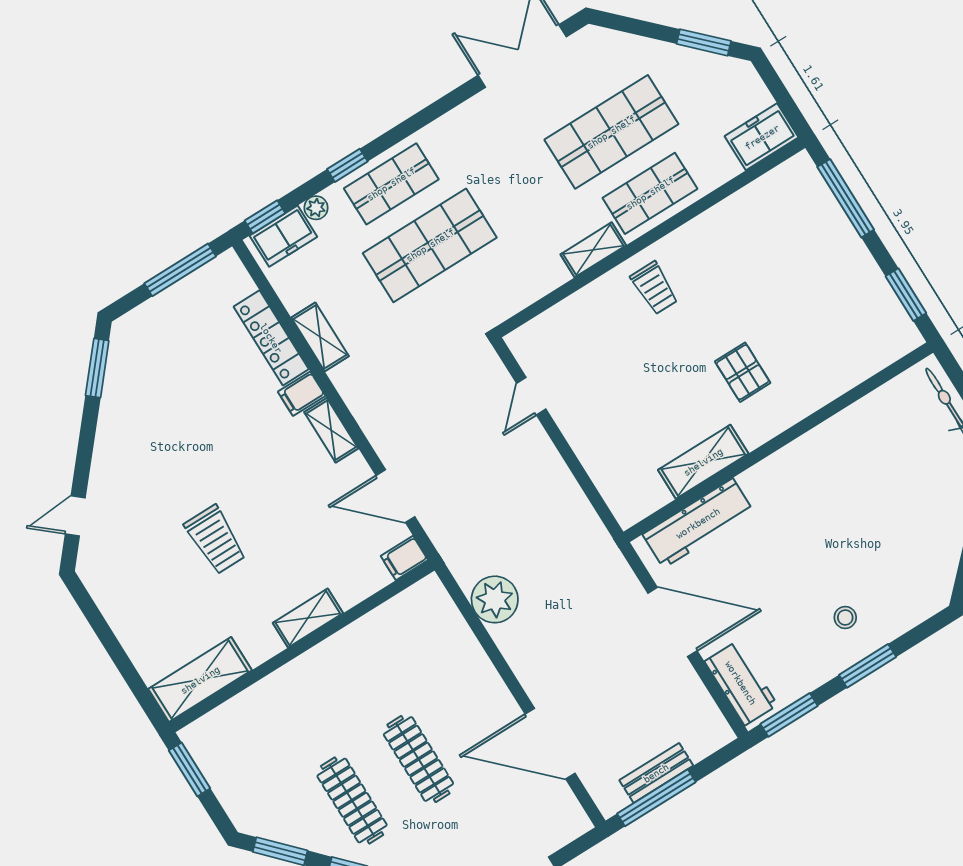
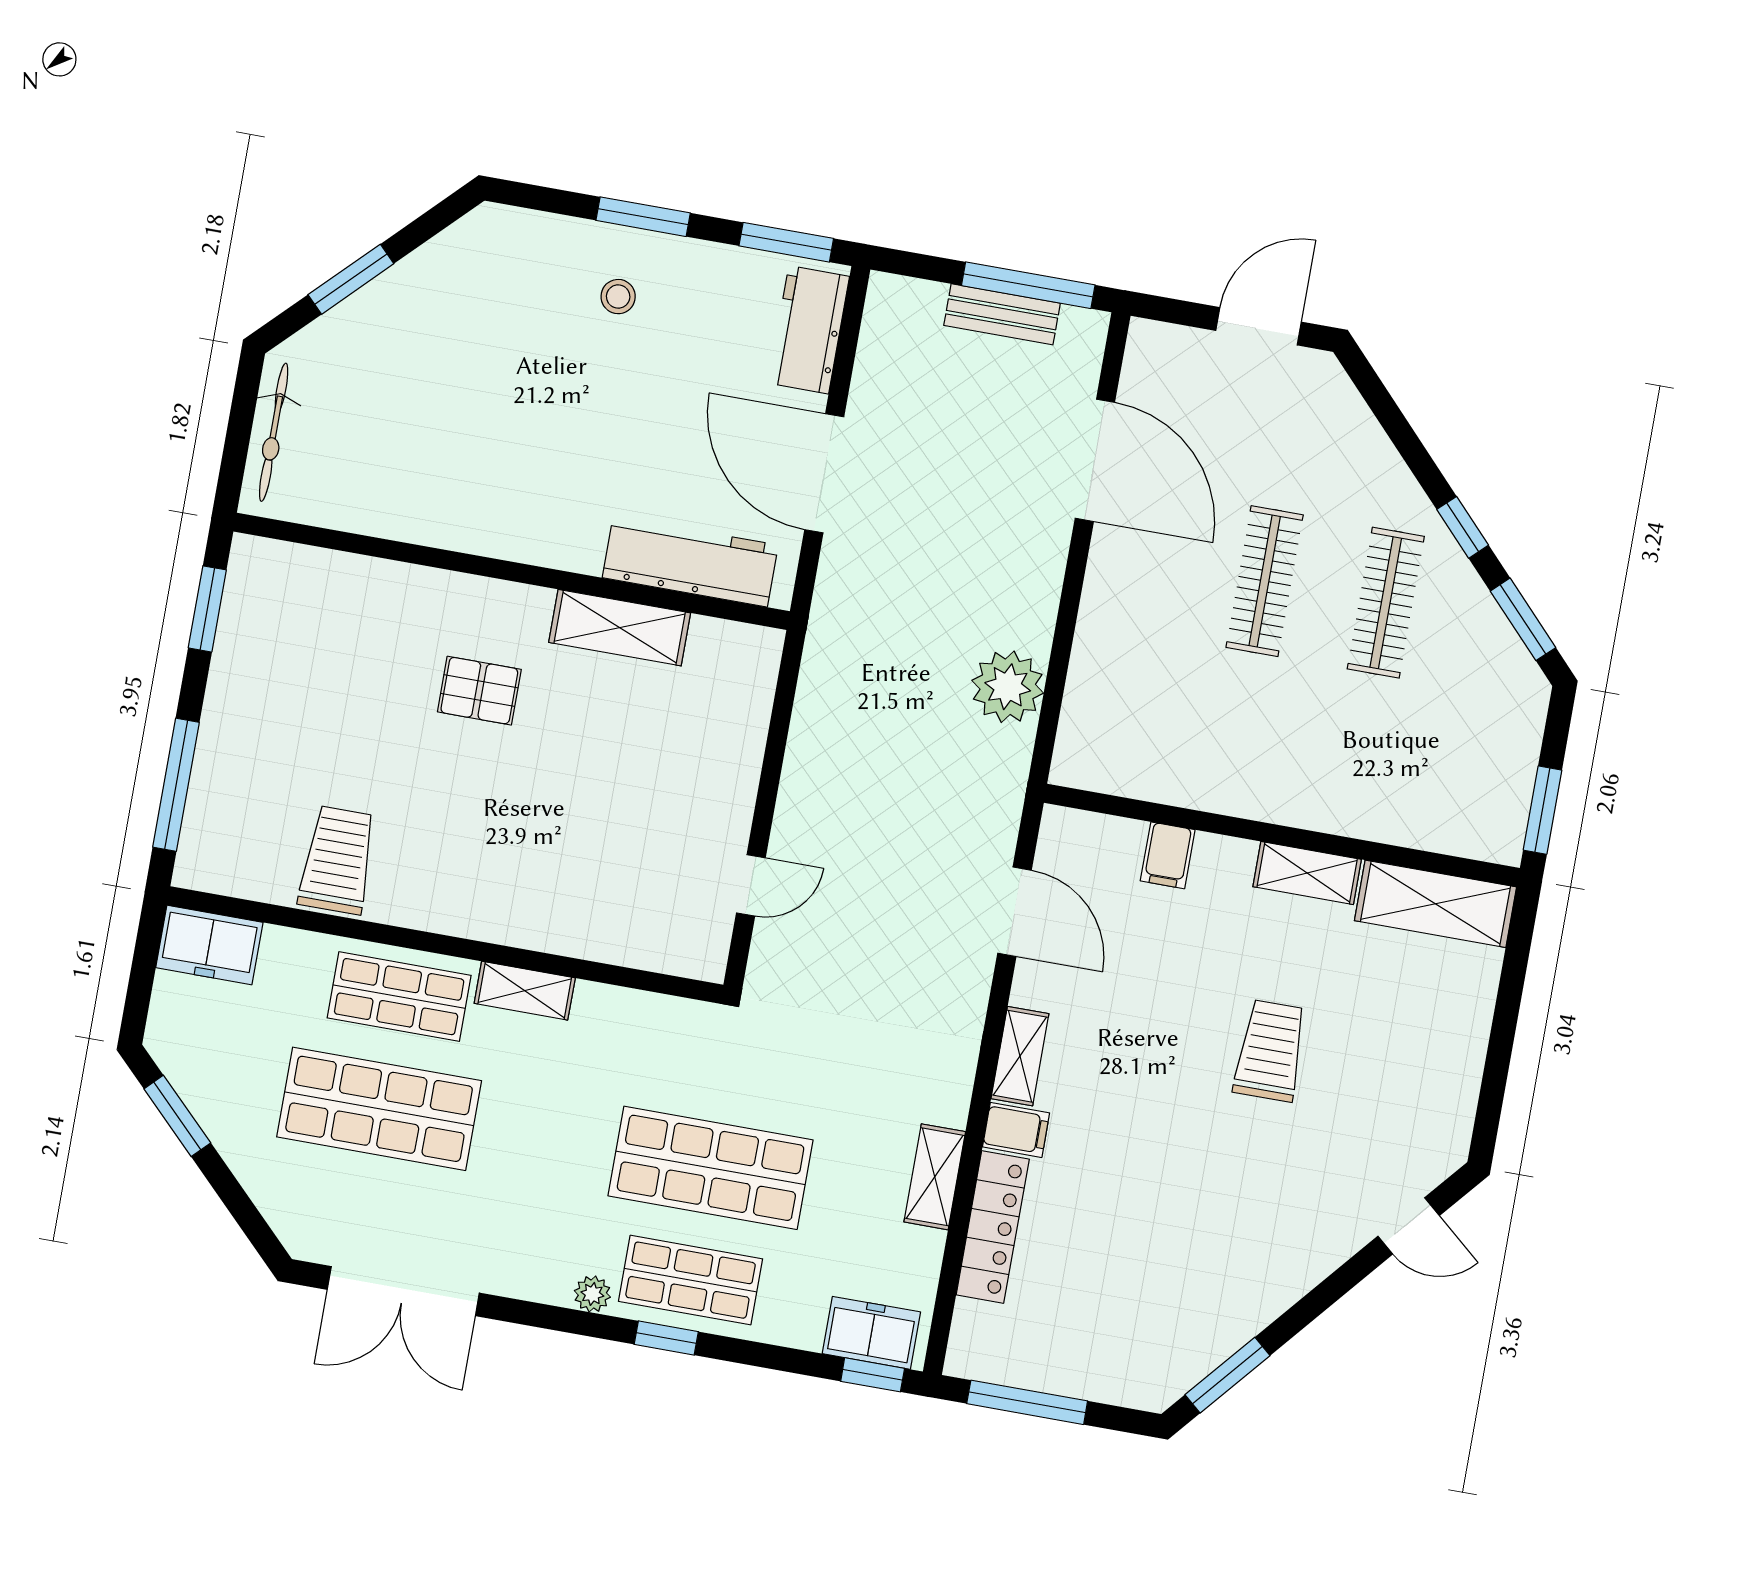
window: (347, 165) -> (666, 1338), moved
plant: (316, 208) -> (592, 1294), moved
trolley: (654, 288) -> (338, 860), moved, width x1.36, depth x1.39
pallet: (743, 372) -> (479, 691), turned 90
filing cabinet: (404, 558) -> (1168, 855), moved, turned 90
shelving: (308, 618) -> (1307, 873), moved

